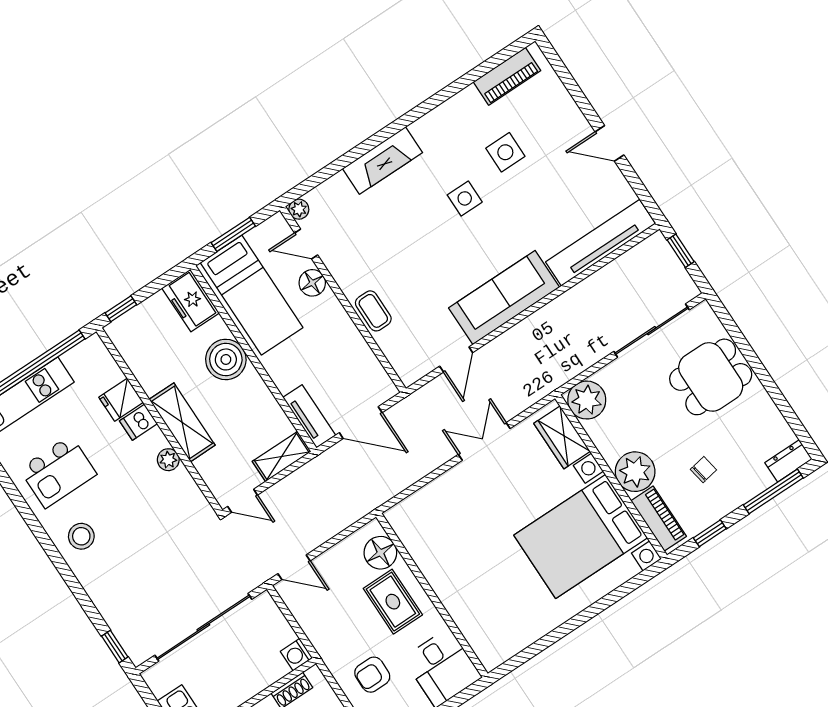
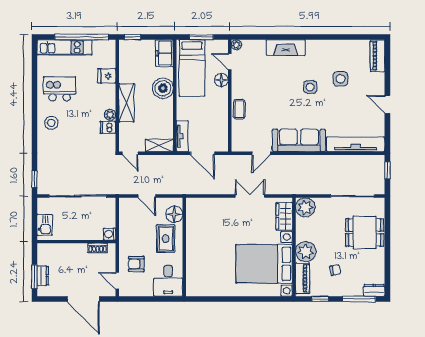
piano: (507, 76) -> (378, 56), moved, turned 90
dishwasher: (138, 422) -> (108, 127), moved
kitchen island: (58, 472) -> (60, 89), turned 180
door: (294, 567) -> (147, 196), moved

